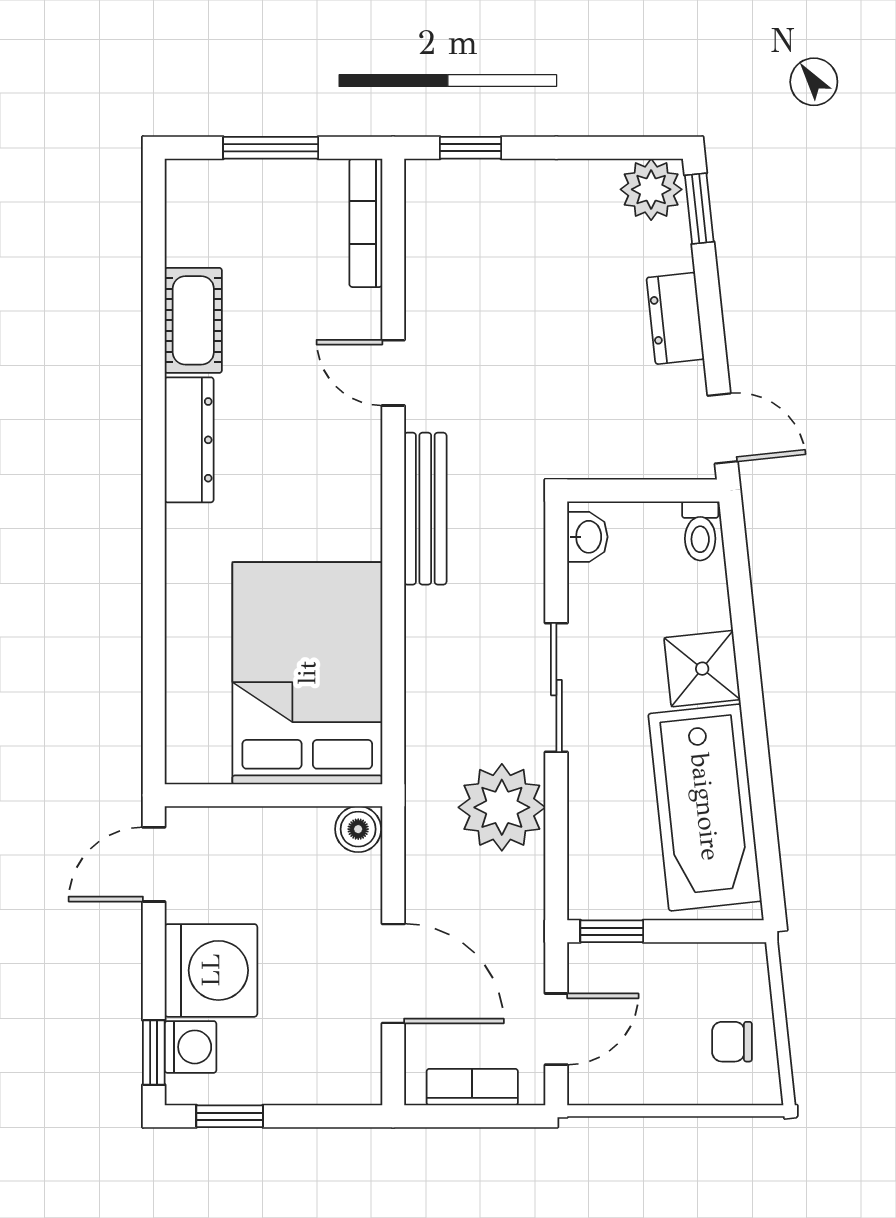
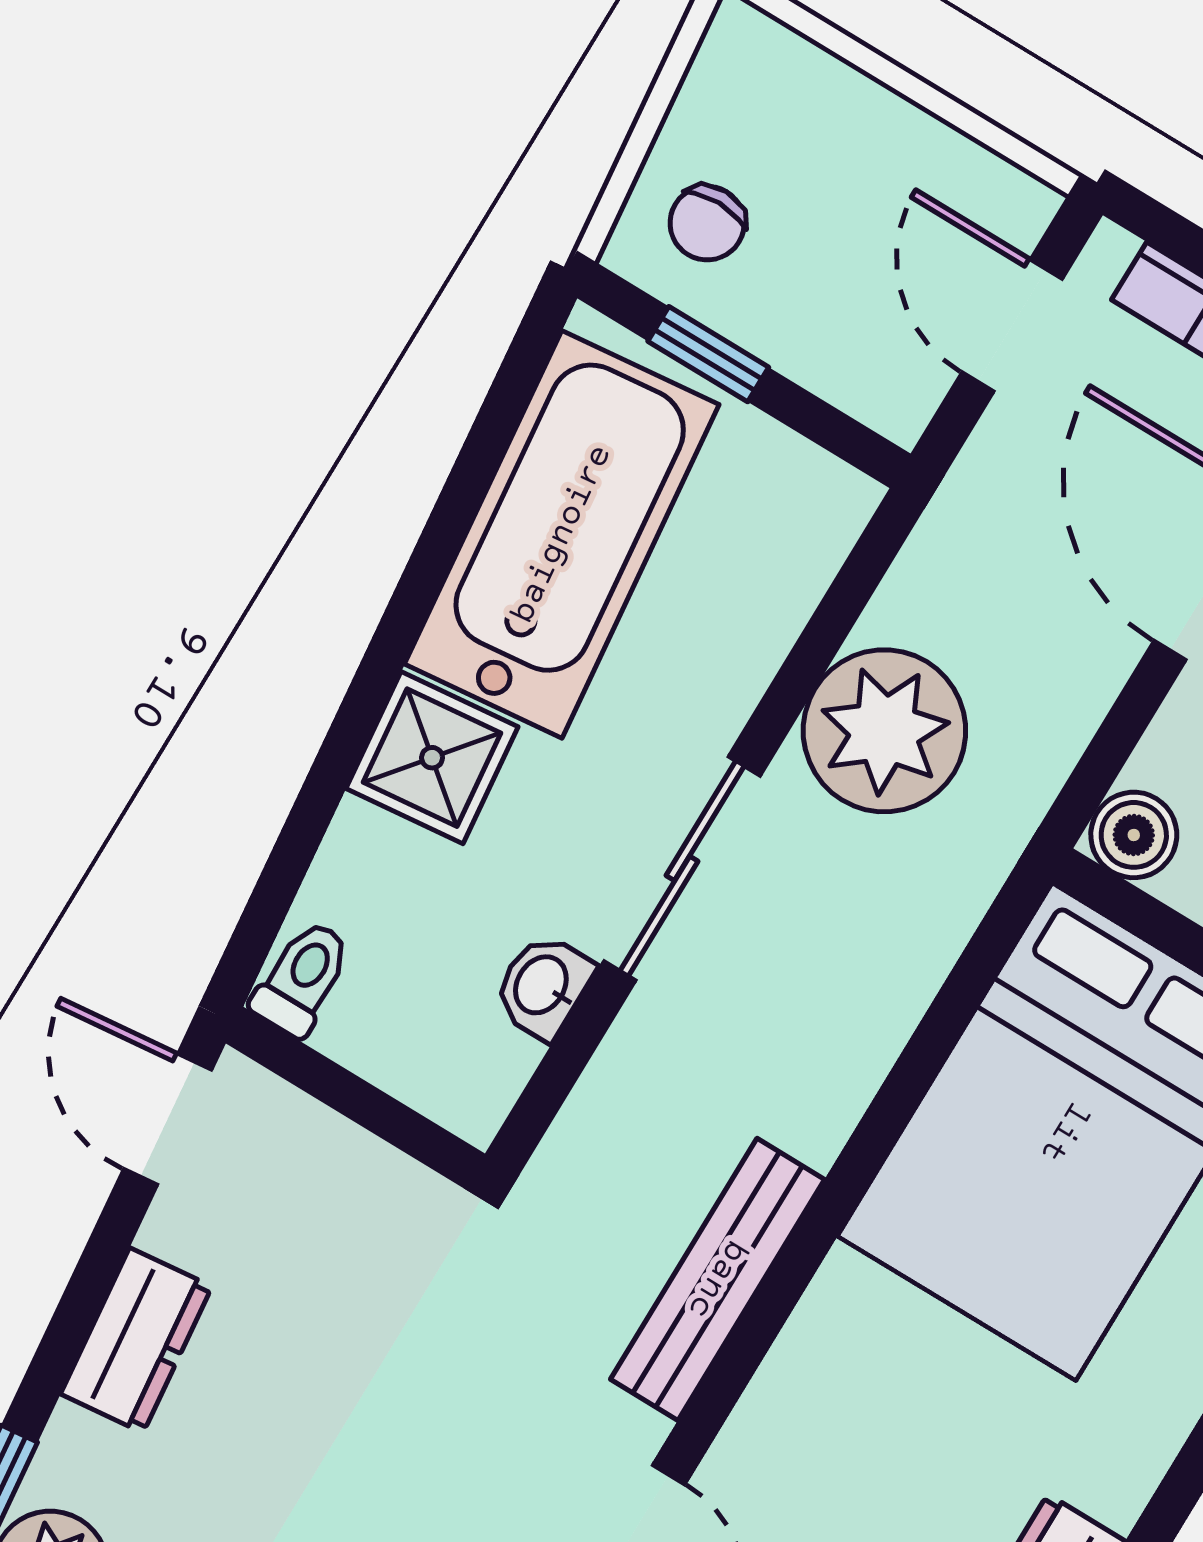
washbasin: (587, 537) -> (543, 986), moved
window: (612, 931) -> (708, 354), moved
door: (556, 1029) -> (1012, 326), hinge flipped
chair: (732, 1042) -> (707, 223), moved, turned 90

